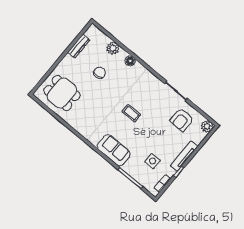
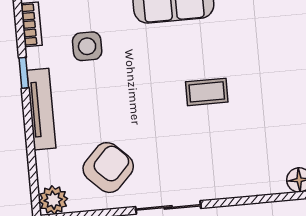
armchair: (182, 120) -> (108, 168), turned 44

